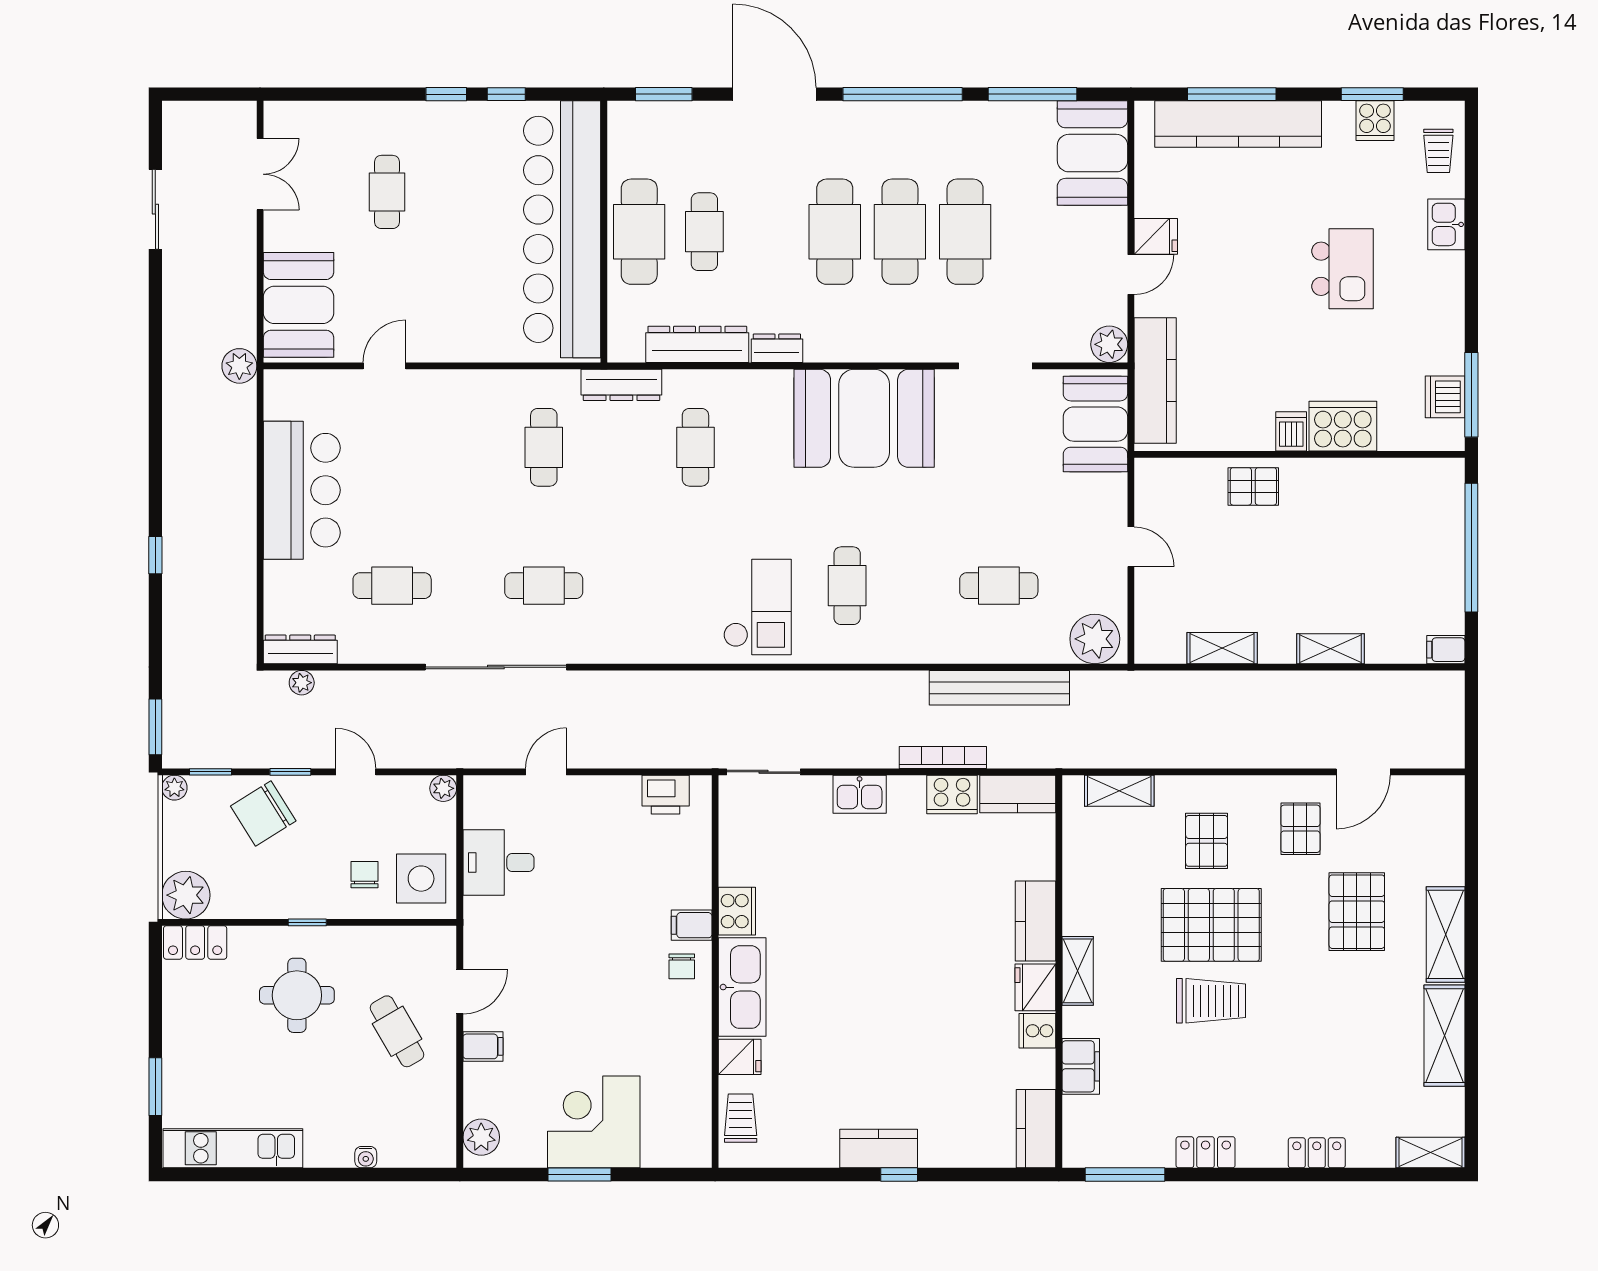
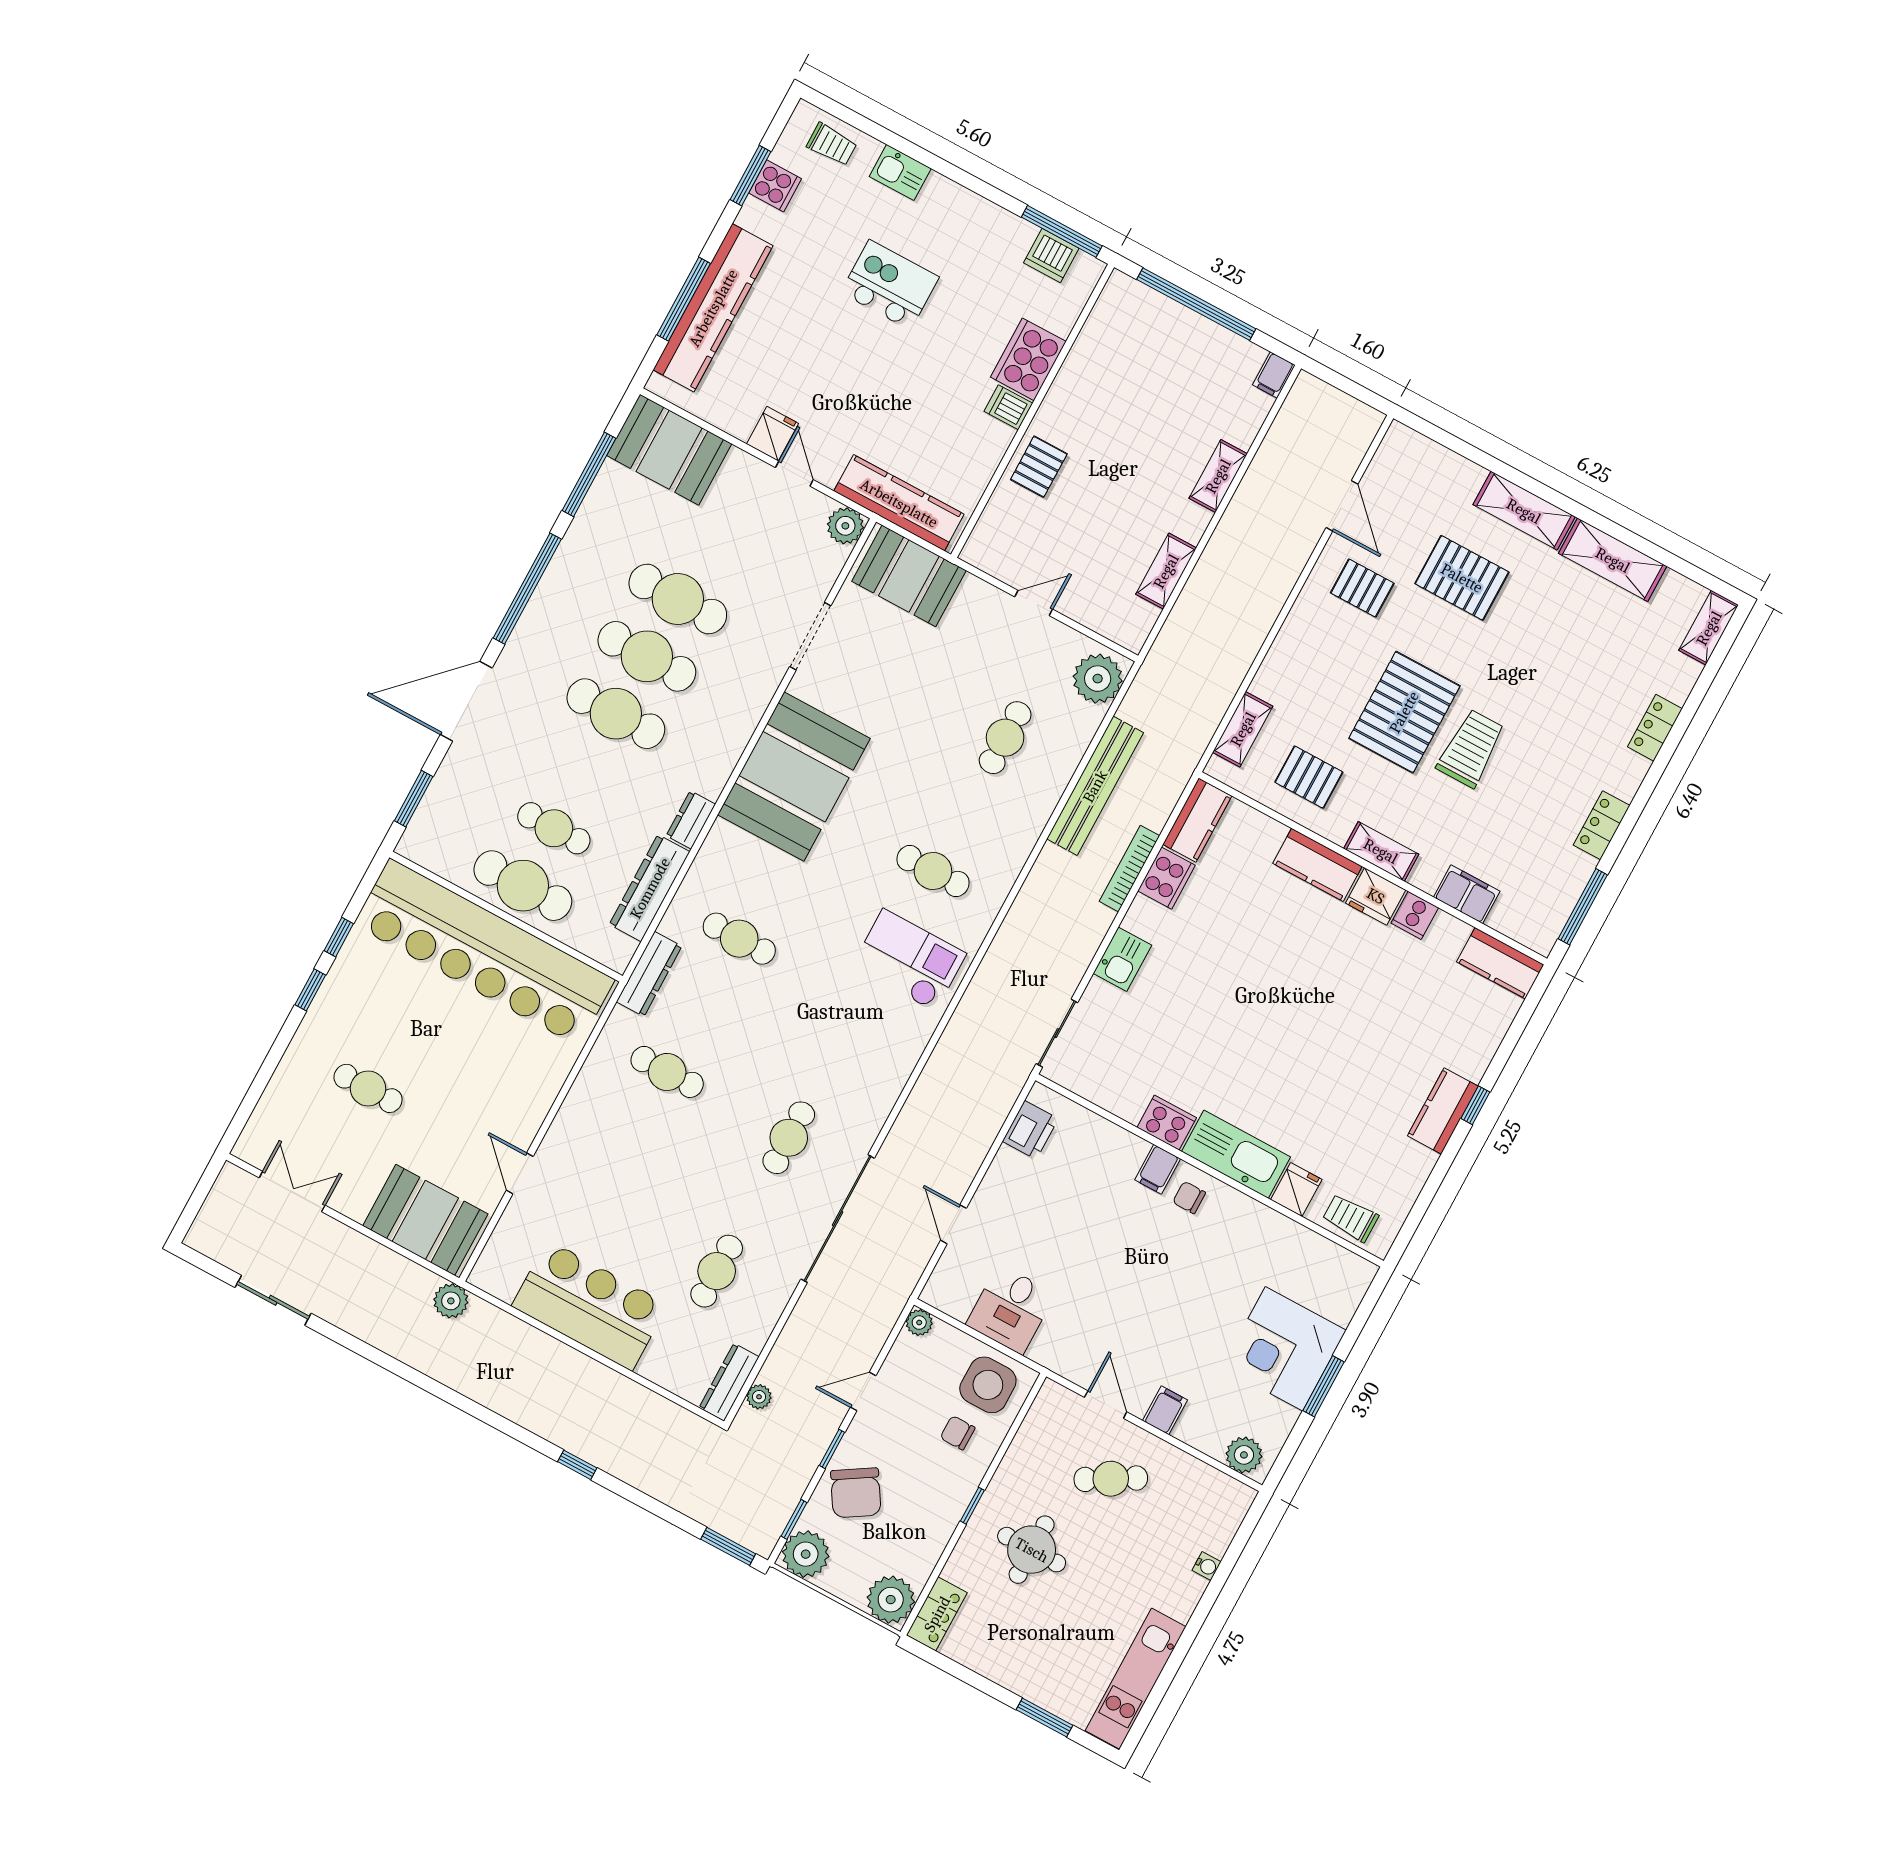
plant: (174, 788) -> (806, 1554), width x1.87, depth x1.87
pallet: (1207, 841) -> (1309, 777), moved
chair: (682, 966) -> (1189, 1197), turned 180

